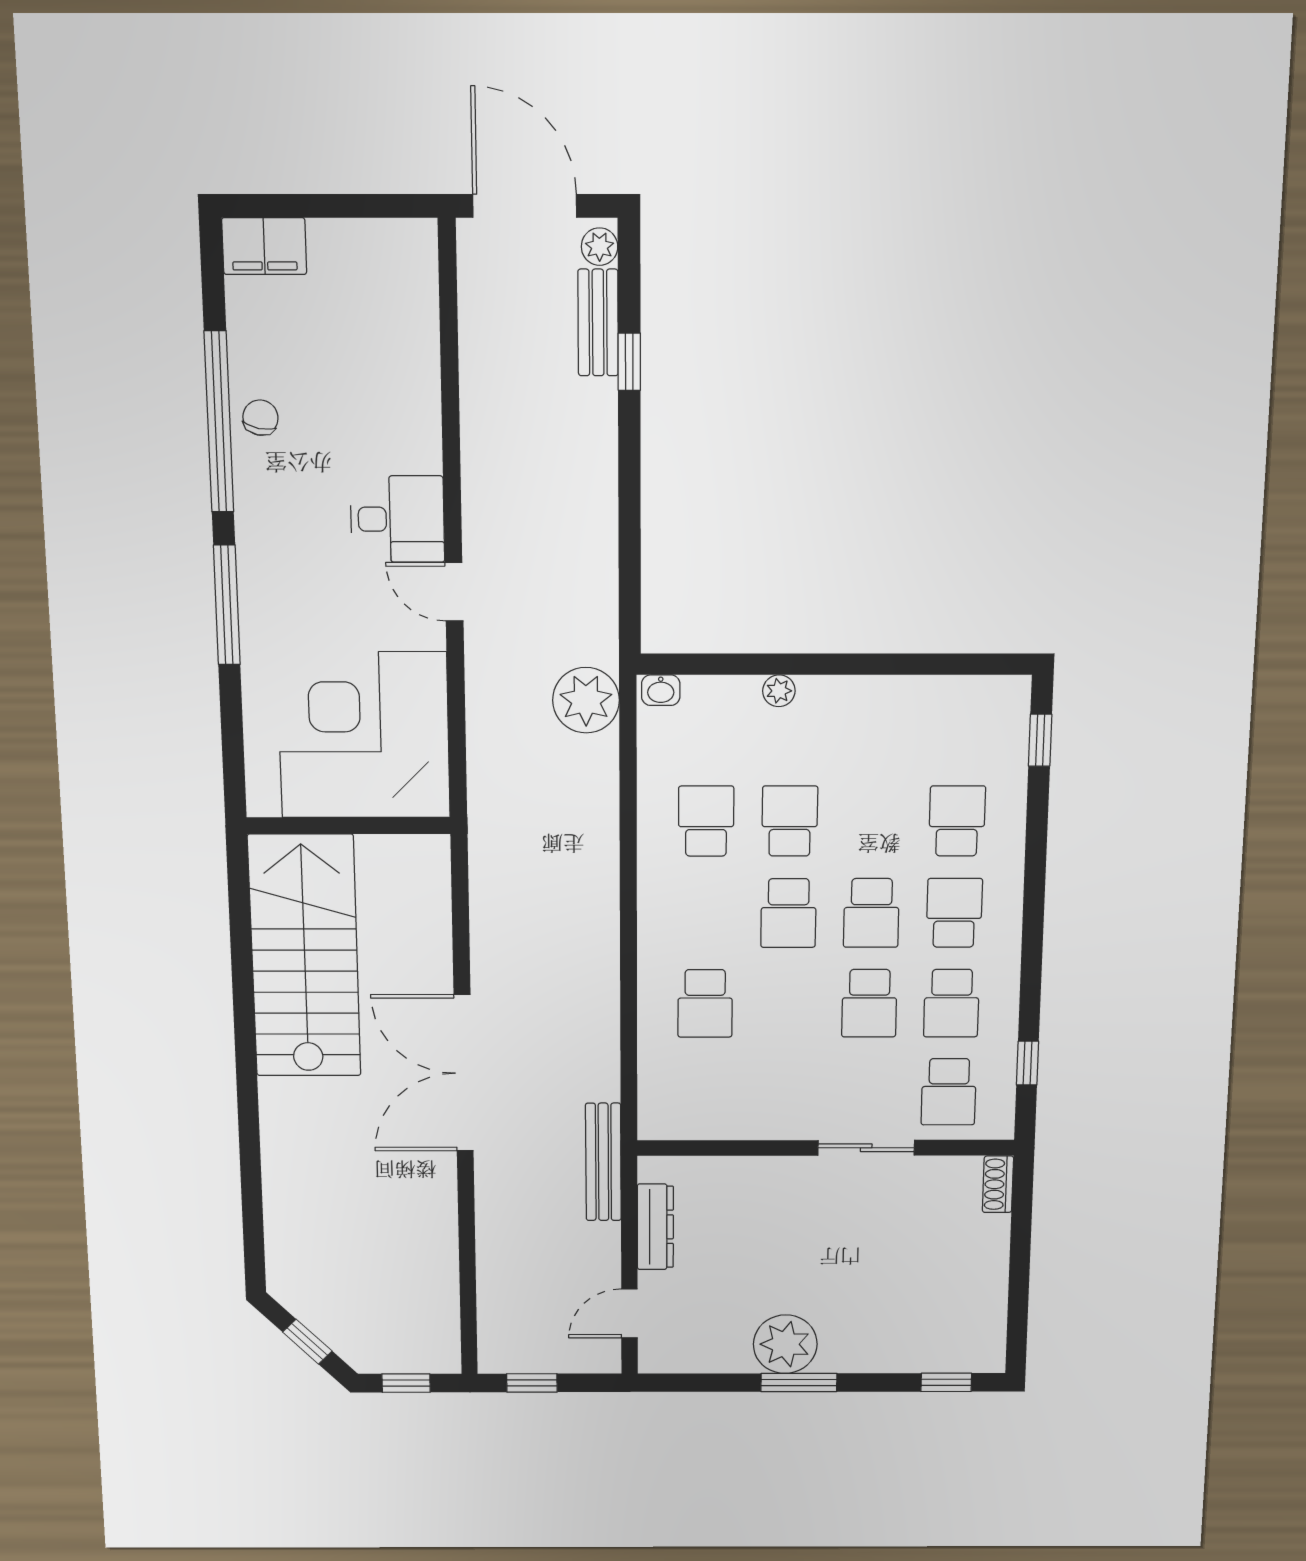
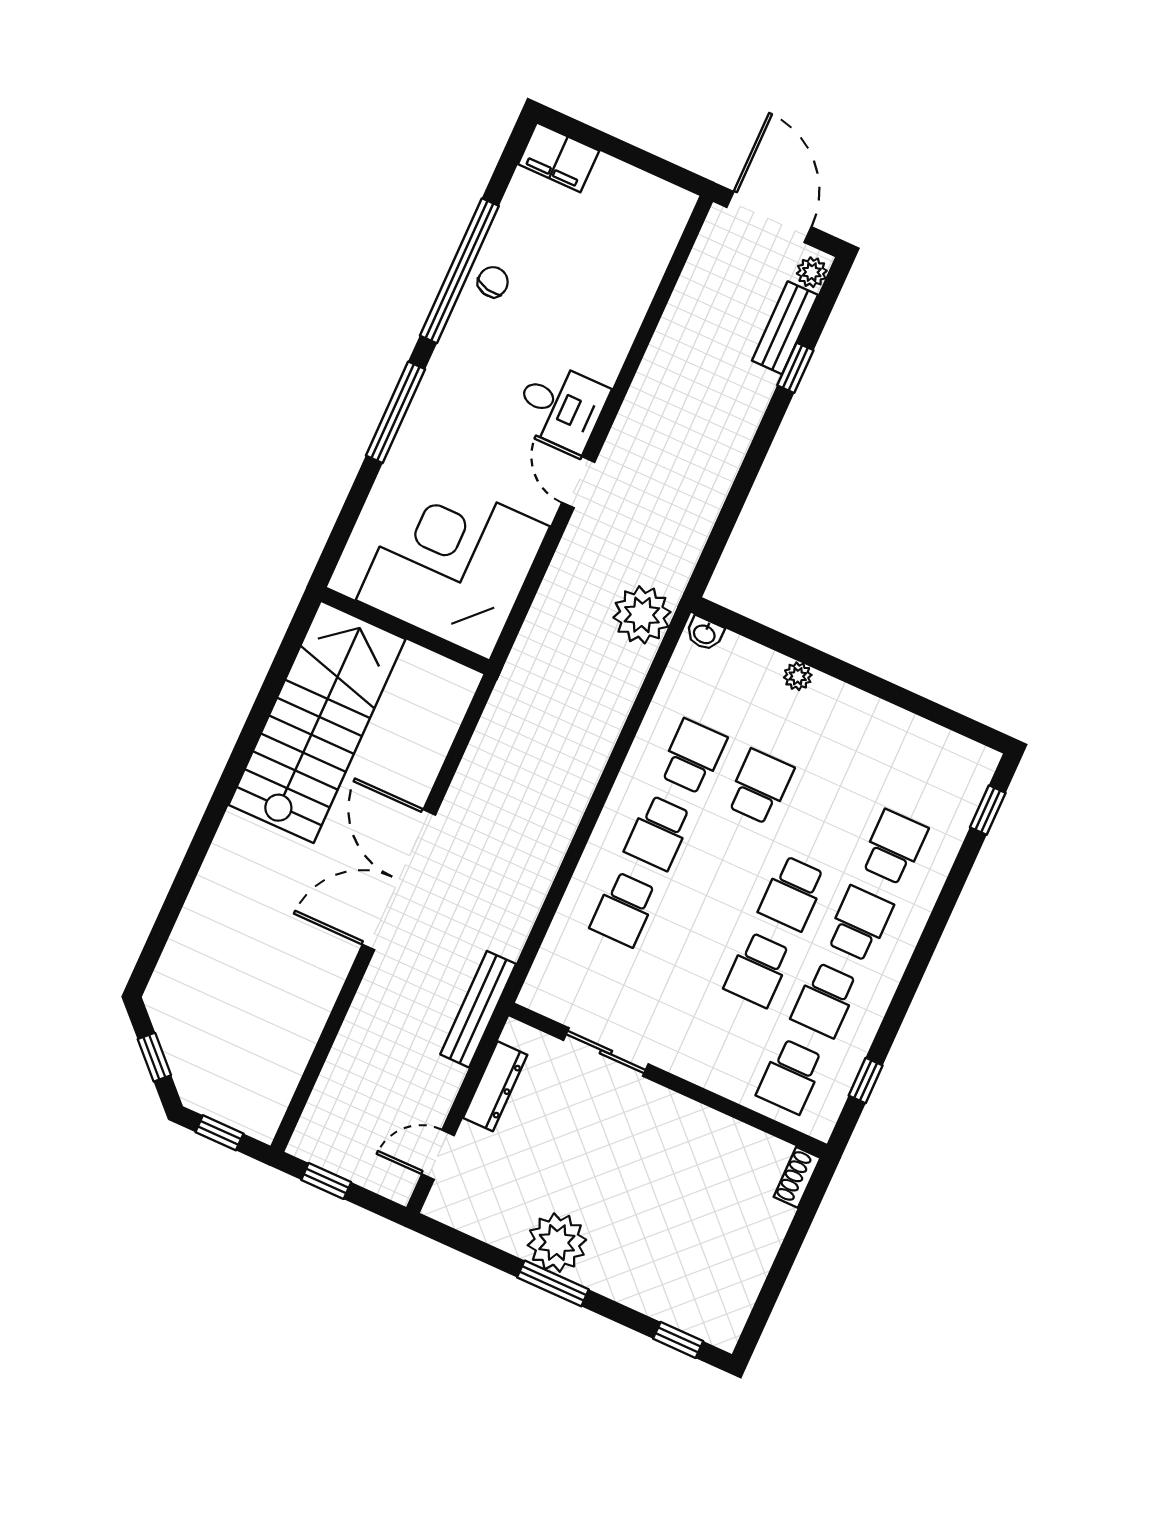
school desk: (788, 913) -> (658, 833), moved
sliding door: (866, 1148) -> (606, 1052), moved

